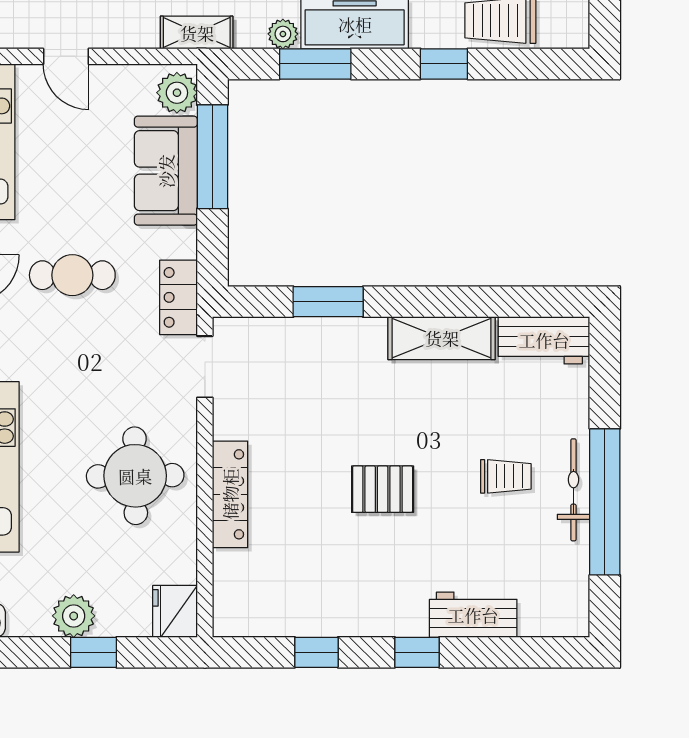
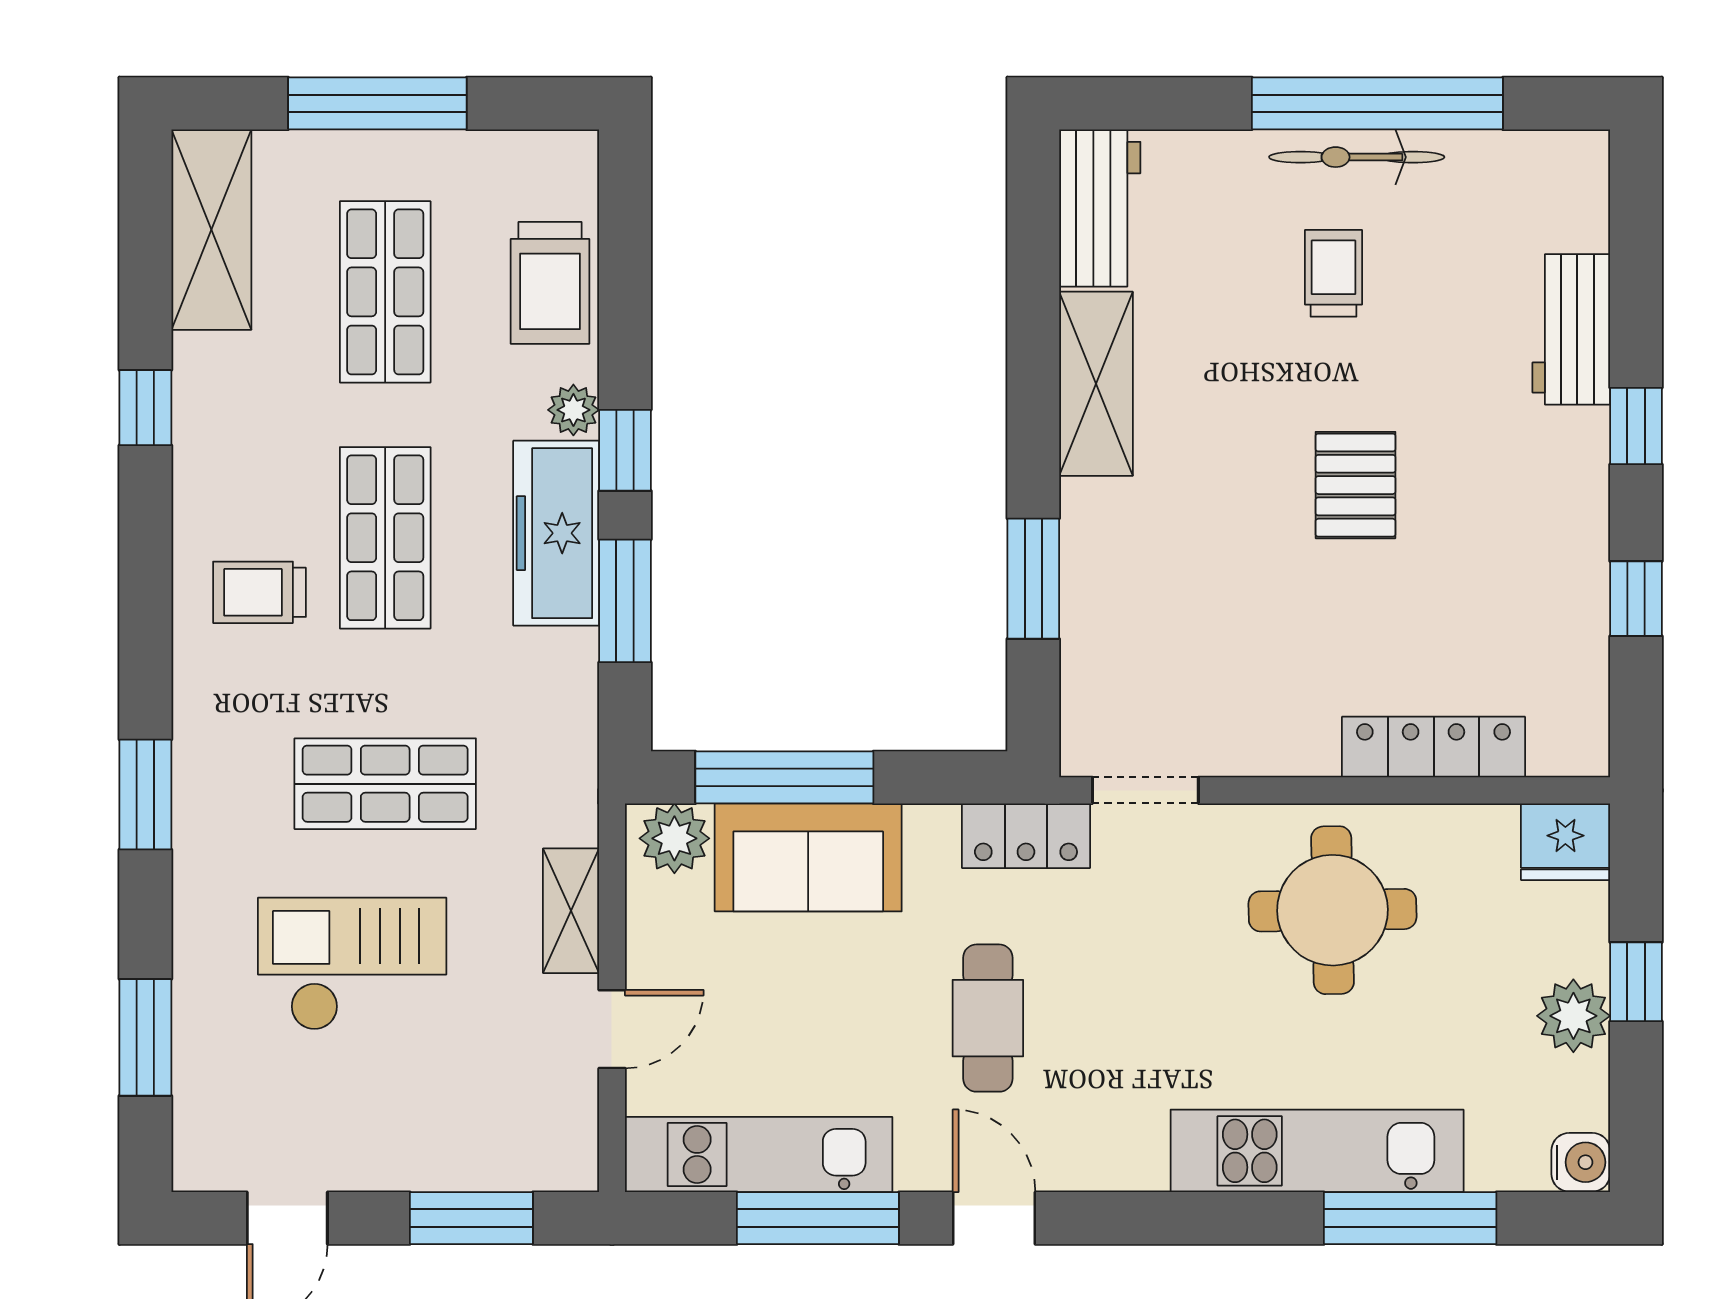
shelving: (197, 33) -> (571, 911), moved
plant: (283, 34) -> (573, 410), moved
window: (444, 64) -> (625, 450), moved
locker: (230, 494) -> (1434, 747), moved

